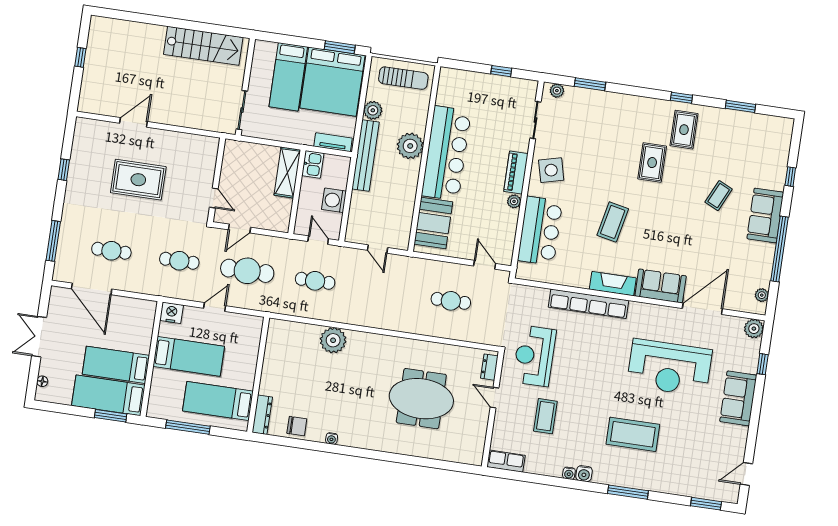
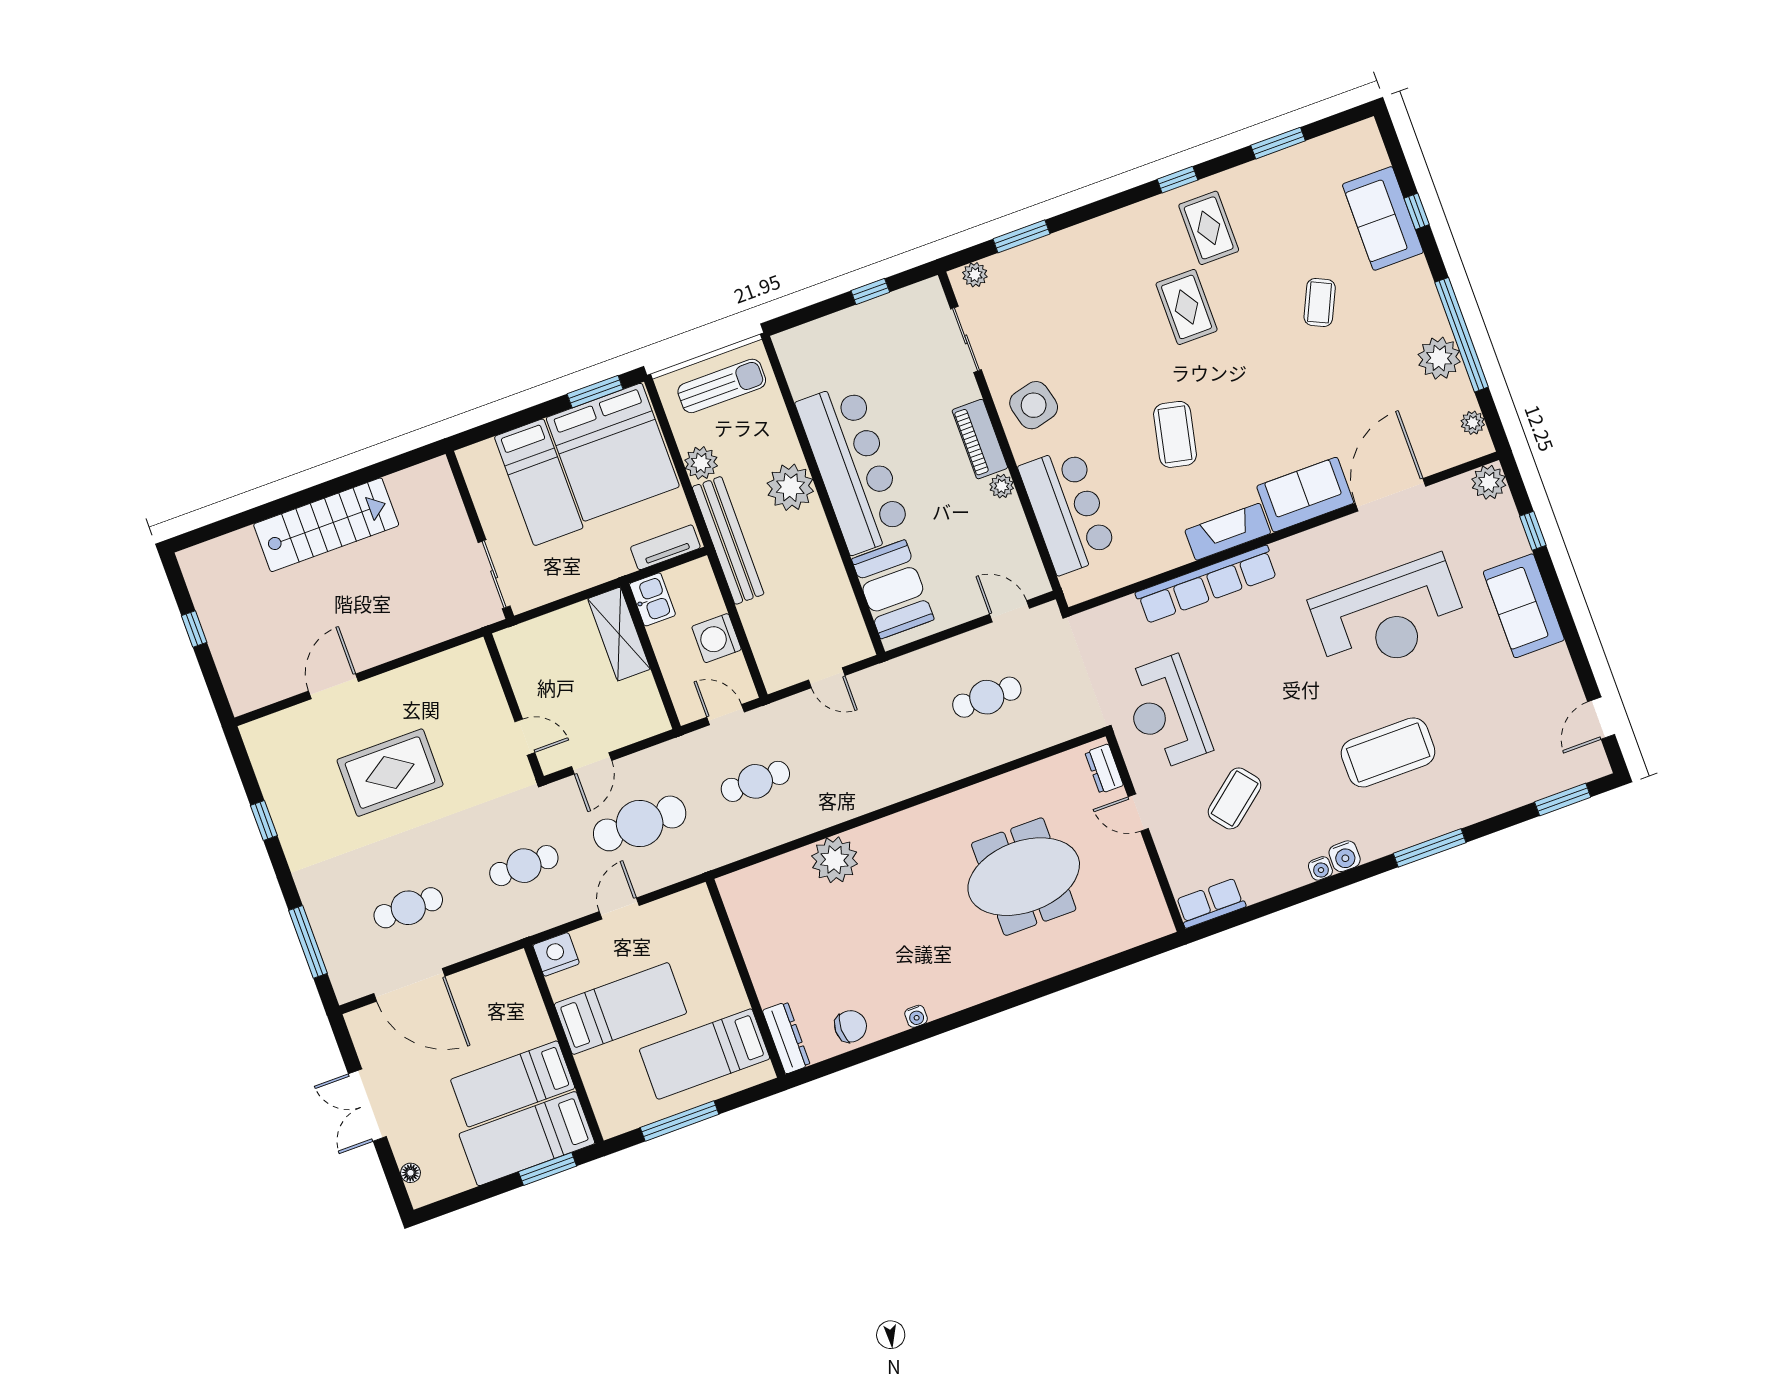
stairs: (203, 46) -> (326, 525), moved
sofa: (765, 215) -> (1383, 218), moved
plant: (762, 255) -> (1439, 358), added
coffee table: (545, 416) -> (1235, 798), turned 51

